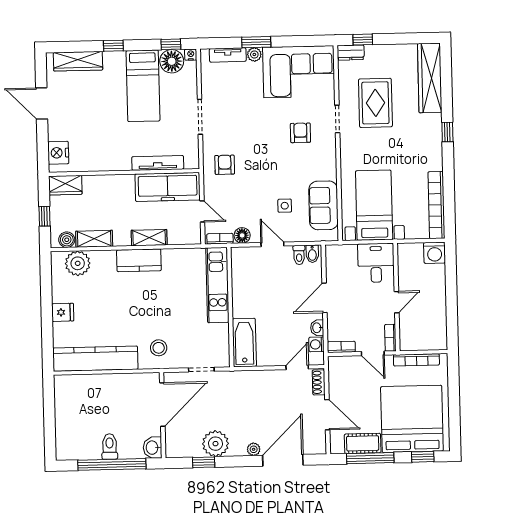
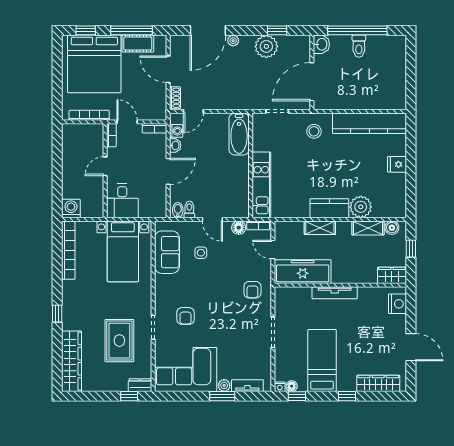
floor lamp: (172, 61) -> (292, 386), width x0.53, depth x0.53
tv unit: (158, 163) -> (335, 293), moved
plant: (78, 263) -> (361, 207), moved

